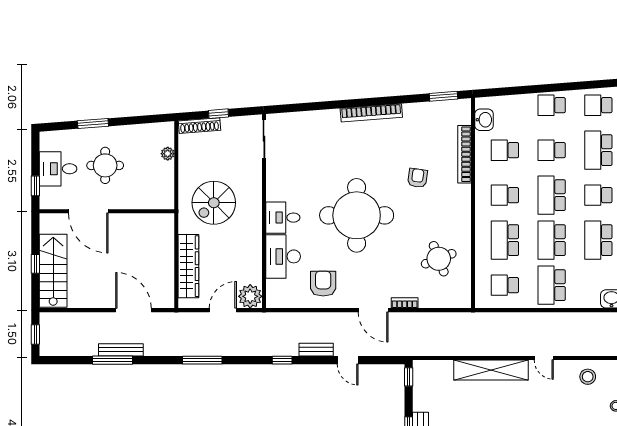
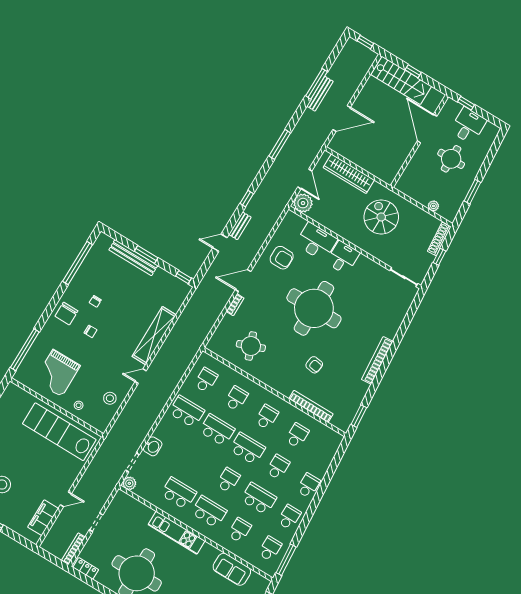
washbasin: (484, 120) -> (326, 434), removed
window: (93, 123) -> (472, 192), moved
door: (88, 211) -> (427, 129), hinge flipped
school desk: (505, 240) -> (236, 398), width x0.54
school desk: (598, 240) -> (198, 462), removed

